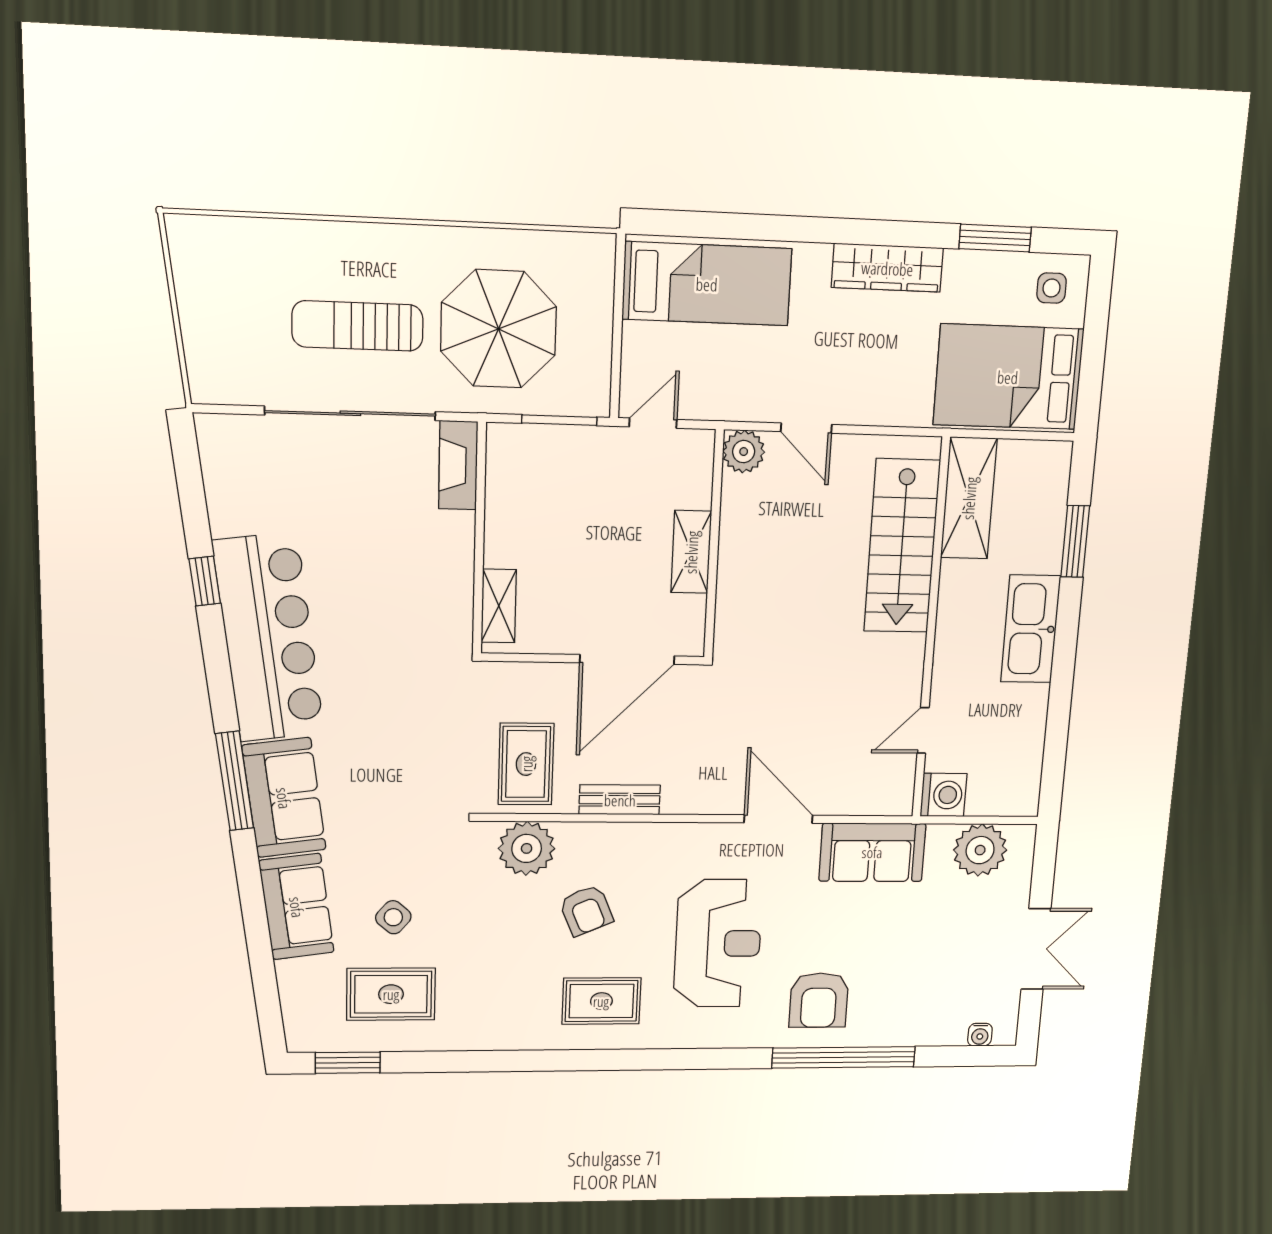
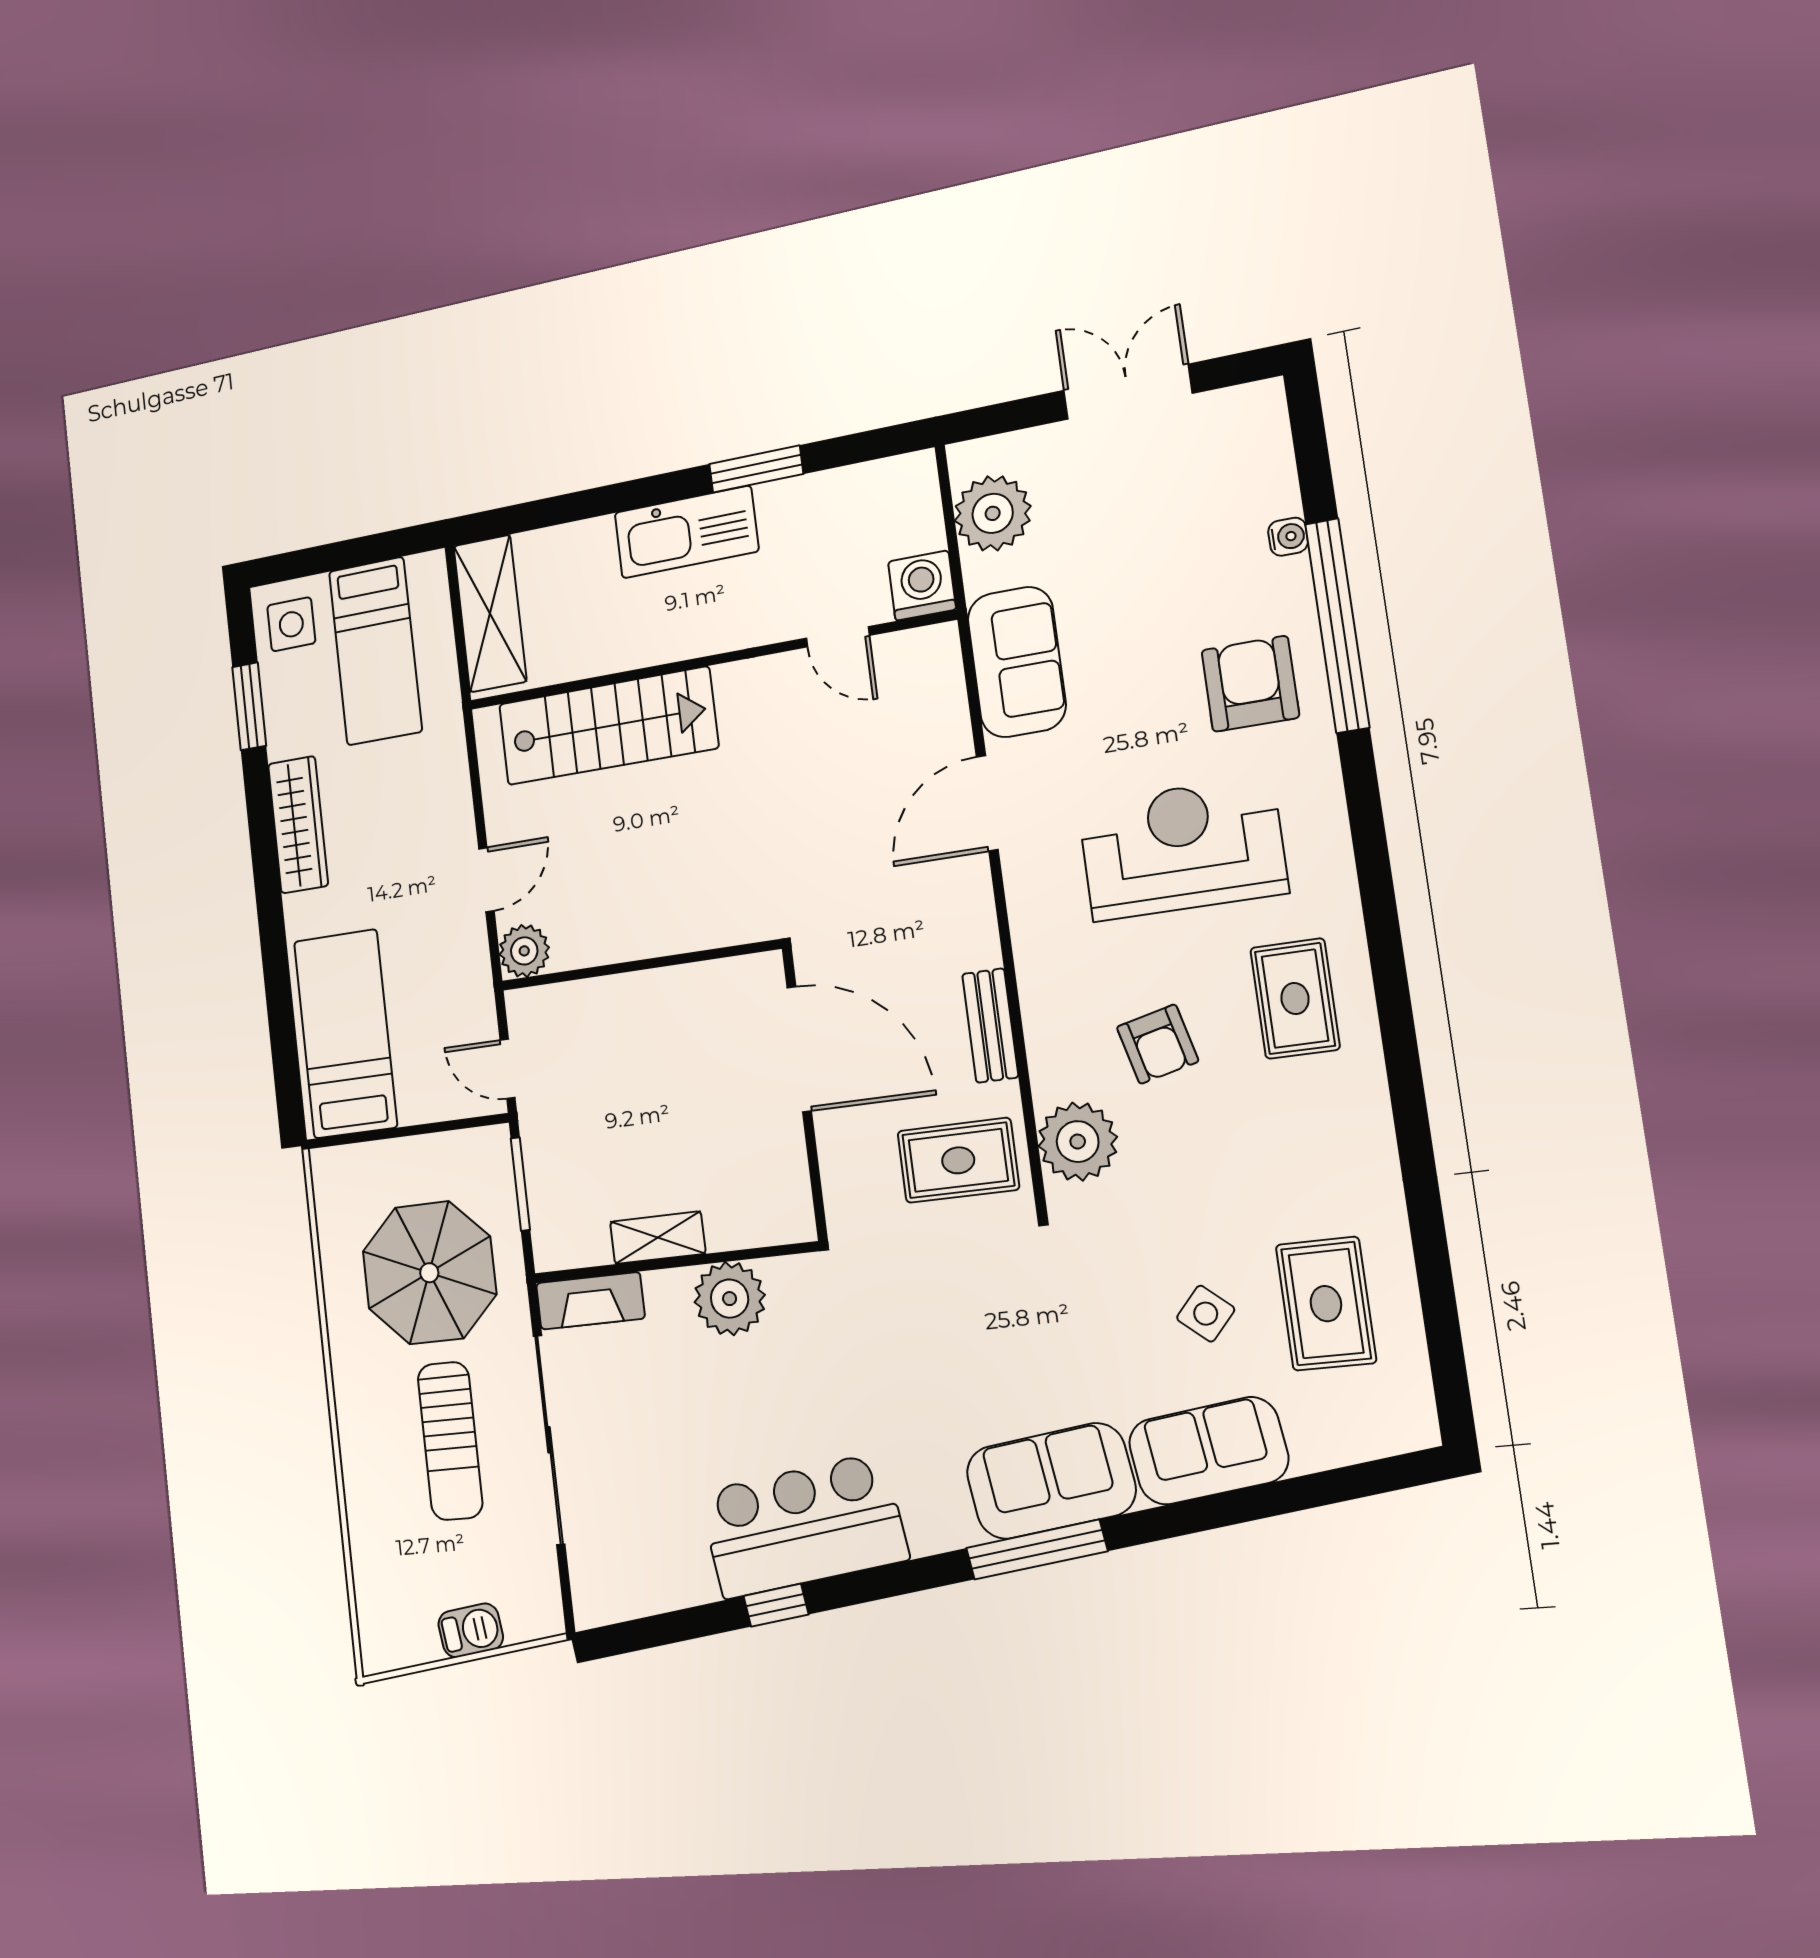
side table: (1052, 288) -> (291, 624), width x1.37, depth x1.37
barbecue: (198, 320) -> (471, 1630), added
bed: (1008, 377) -> (375, 651), width x0.67
shelving: (969, 498) -> (490, 614), moved, turned 90
window: (1075, 541) -> (756, 469), moved
shelving: (691, 552) -> (653, 992), removed
plant: (446, 579) -> (730, 1299), added
shelving: (499, 606) -> (658, 1238), moved
bar counter: (269, 638) -> (803, 1526), width x0.73
armchair: (586, 910) -> (1158, 1044), turned 99
armchair: (819, 1000) -> (1250, 684), turned -90
water cooler: (980, 1035) -> (1288, 537), moved
window: (348, 1063) -> (1446, 1355), removed

